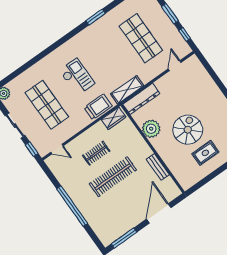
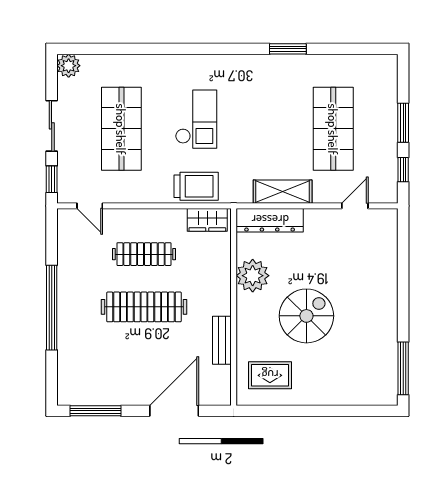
shelving: (127, 90) -> (283, 192), moved
clothes rail: (96, 153) -> (144, 254), width x1.36
rug: (205, 153) -> (270, 375), moved

